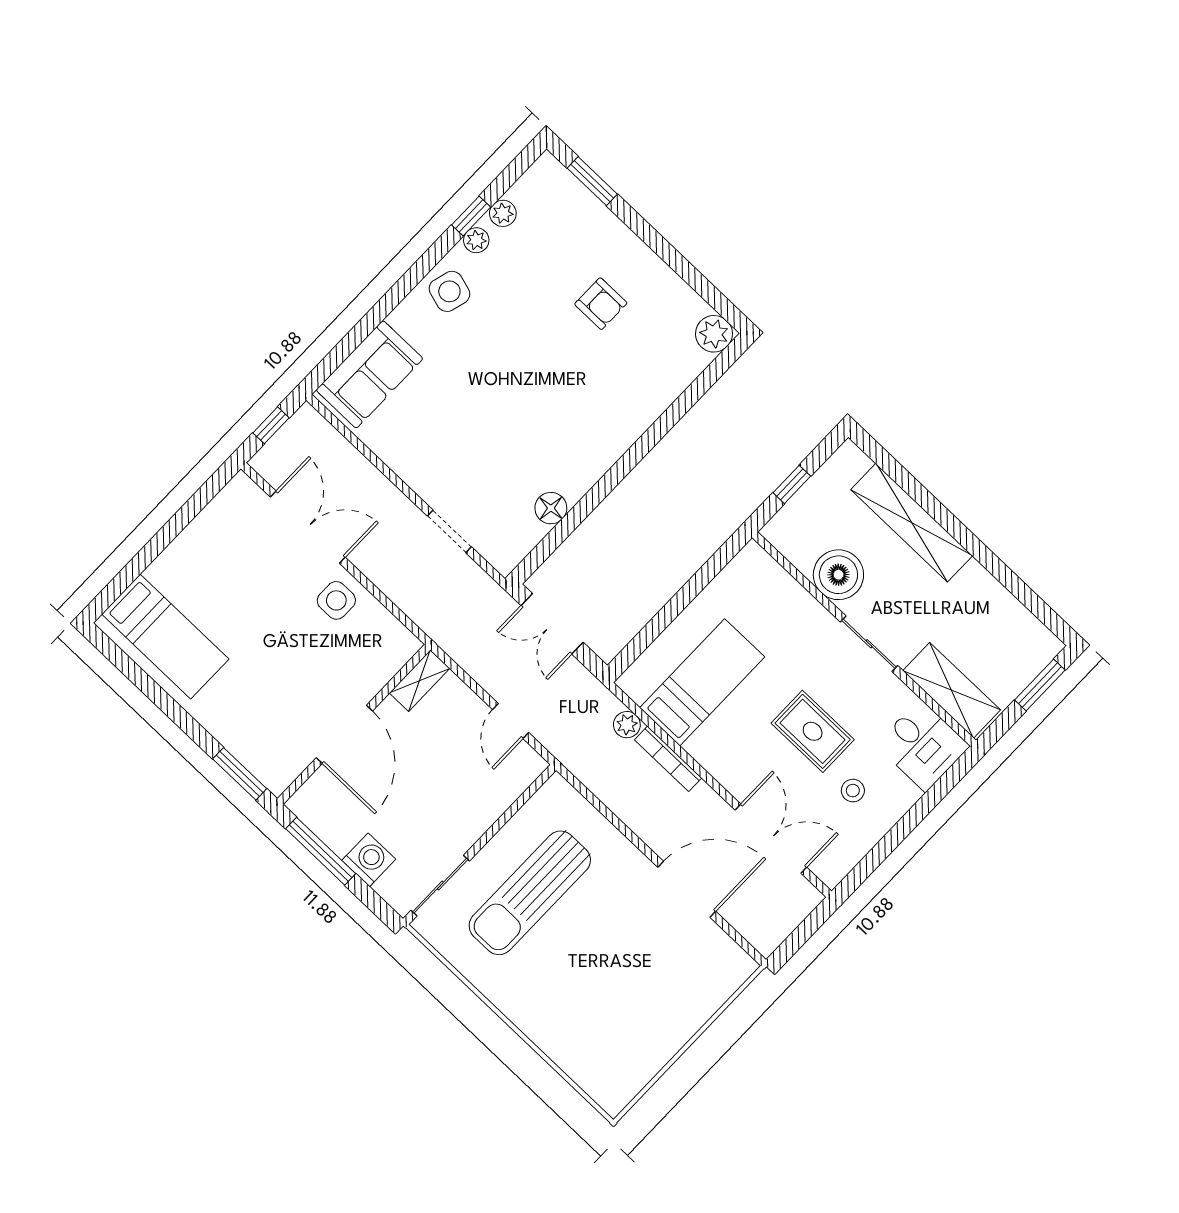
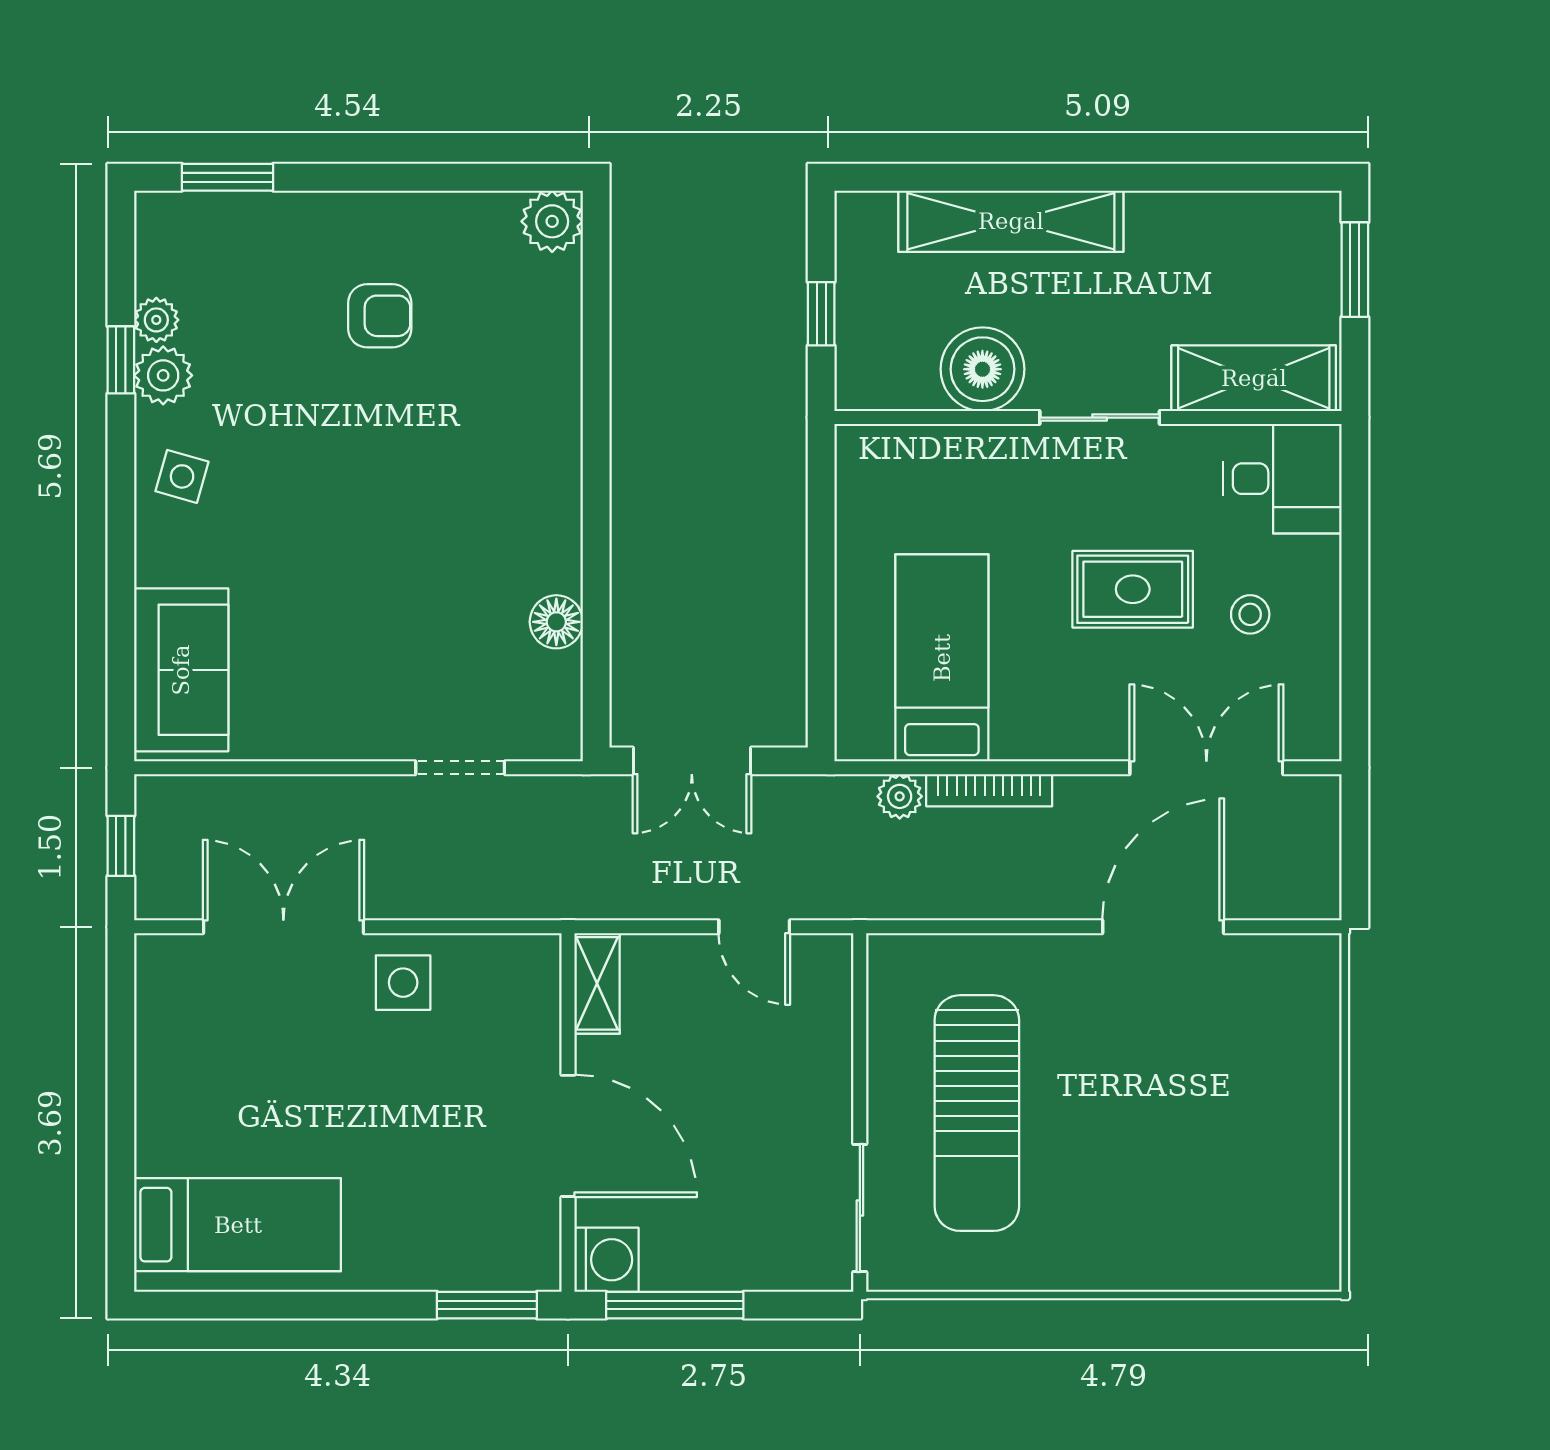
plant: (476, 240) -> (163, 375), width x1.38, depth x1.38
side table: (449, 291) -> (182, 476), width x0.73, depth x0.73
washing machine: (369, 860) -> (606, 1260), moved, turned 90

